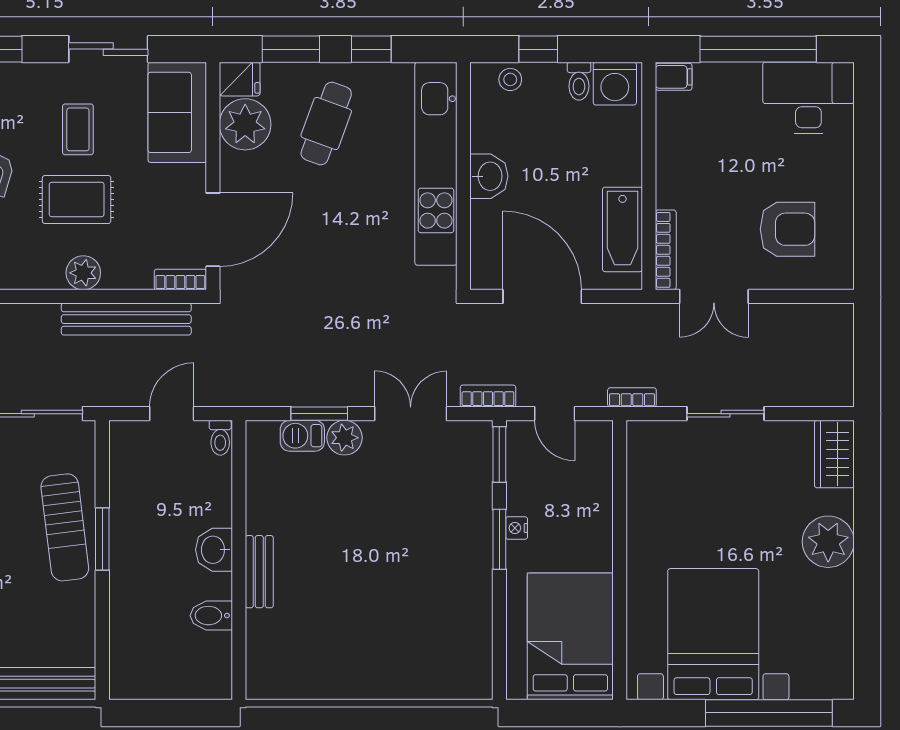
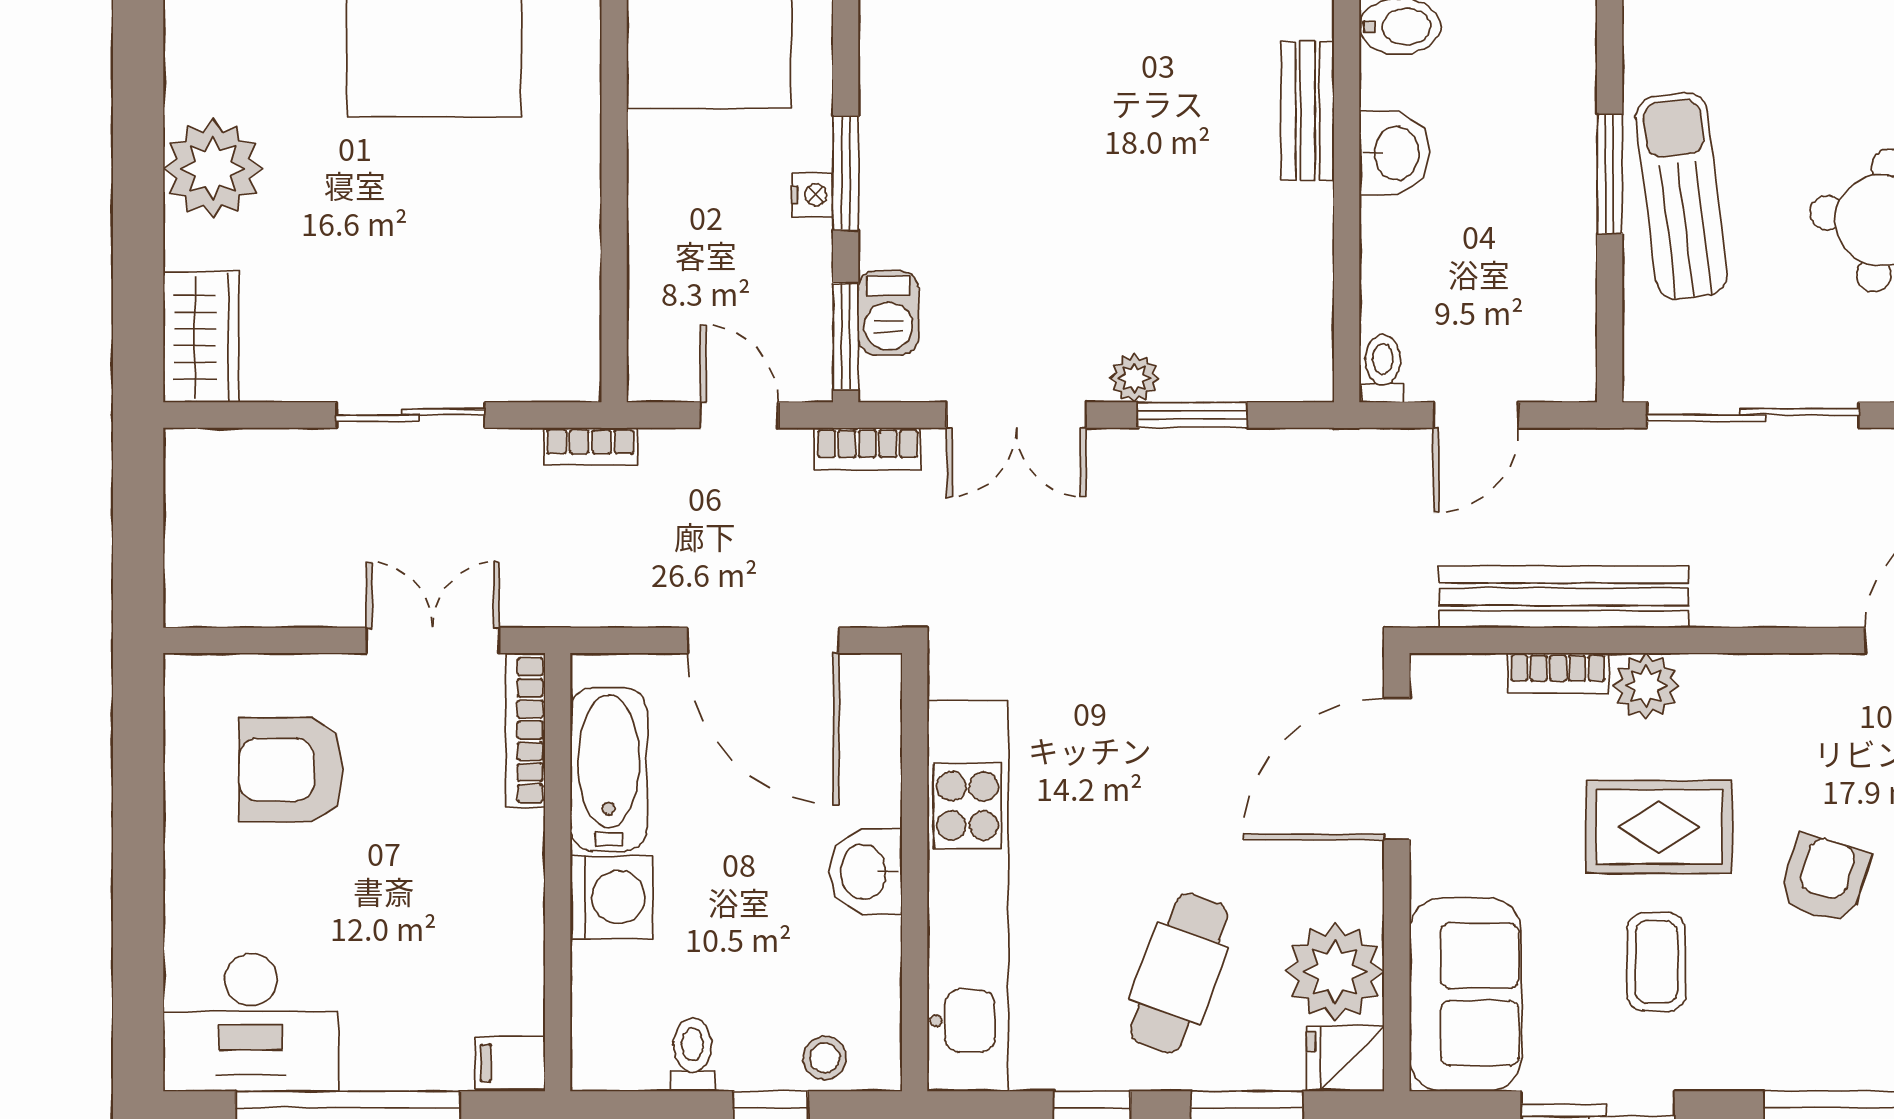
washing machine: (615, 84) -> (612, 897), moved, turned 90
bookcase: (180, 279) -> (1558, 673), moved
barbecue: (302, 436) -> (888, 313), moved, turned 90
plant: (344, 438) -> (1134, 378), width x0.73, depth x0.73

